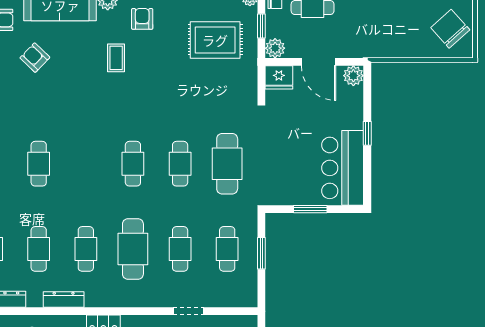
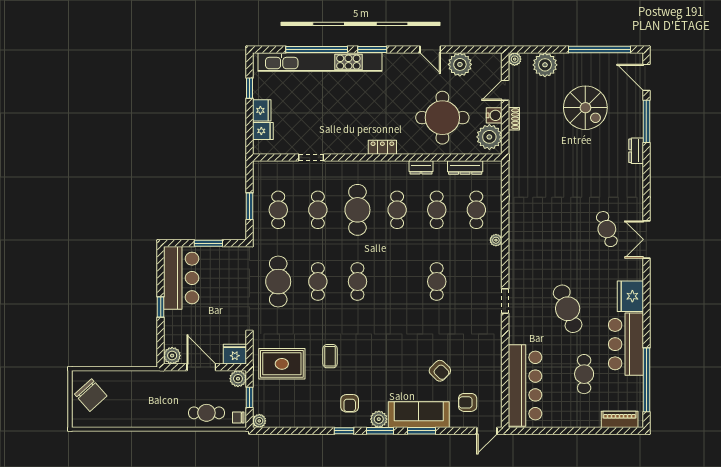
rug: (215, 40) -> (282, 364), moved
coffee table: (116, 58) -> (330, 356), moved
dresser: (64, 299) -> (421, 167), width x0.70

